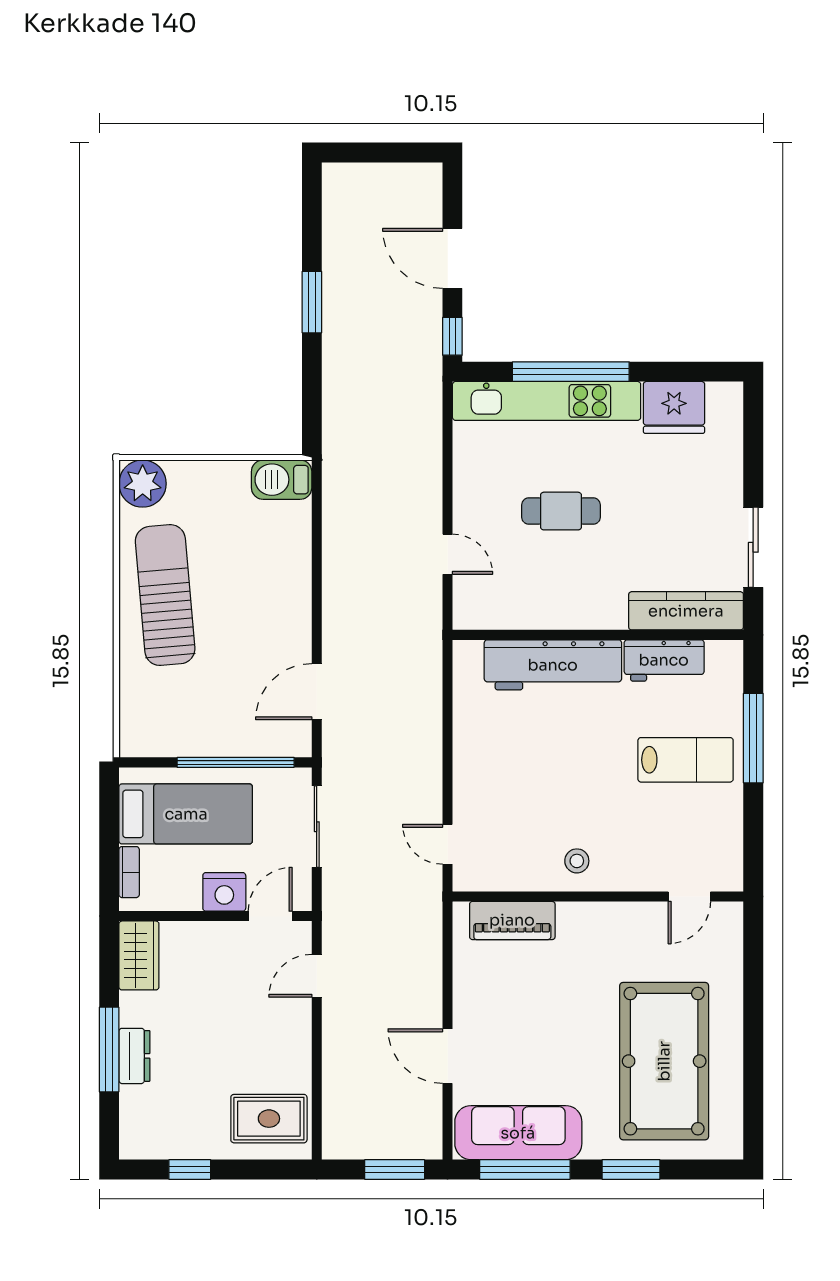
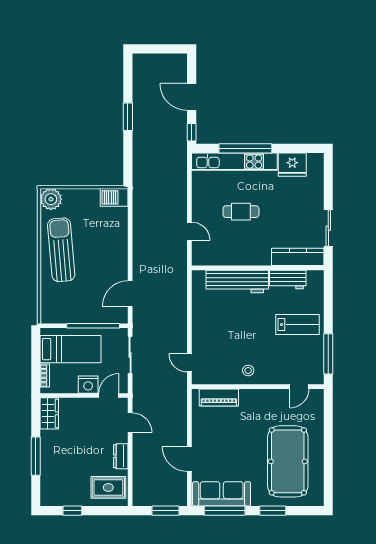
window: (753, 738) -> (328, 354), moved
door: (317, 976) -> (130, 423), swing flipped
dresser: (134, 1056) -> (121, 456), moved, turned 180

